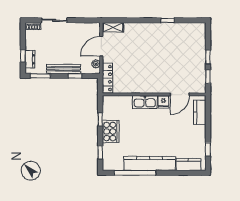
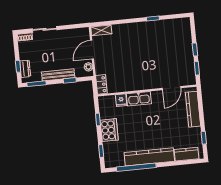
locker: (107, 78) -> (101, 84), width x0.66
fridge: (163, 102) -> (121, 100), moved
kitchen counter: (200, 112) -> (193, 109), width x1.50

